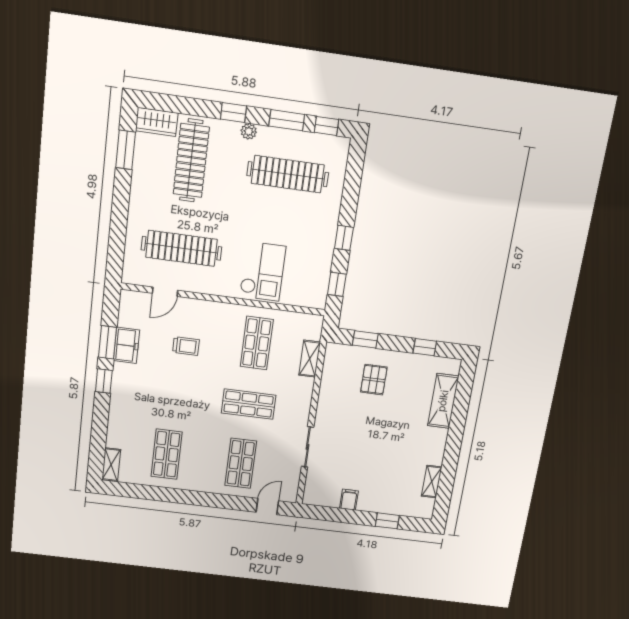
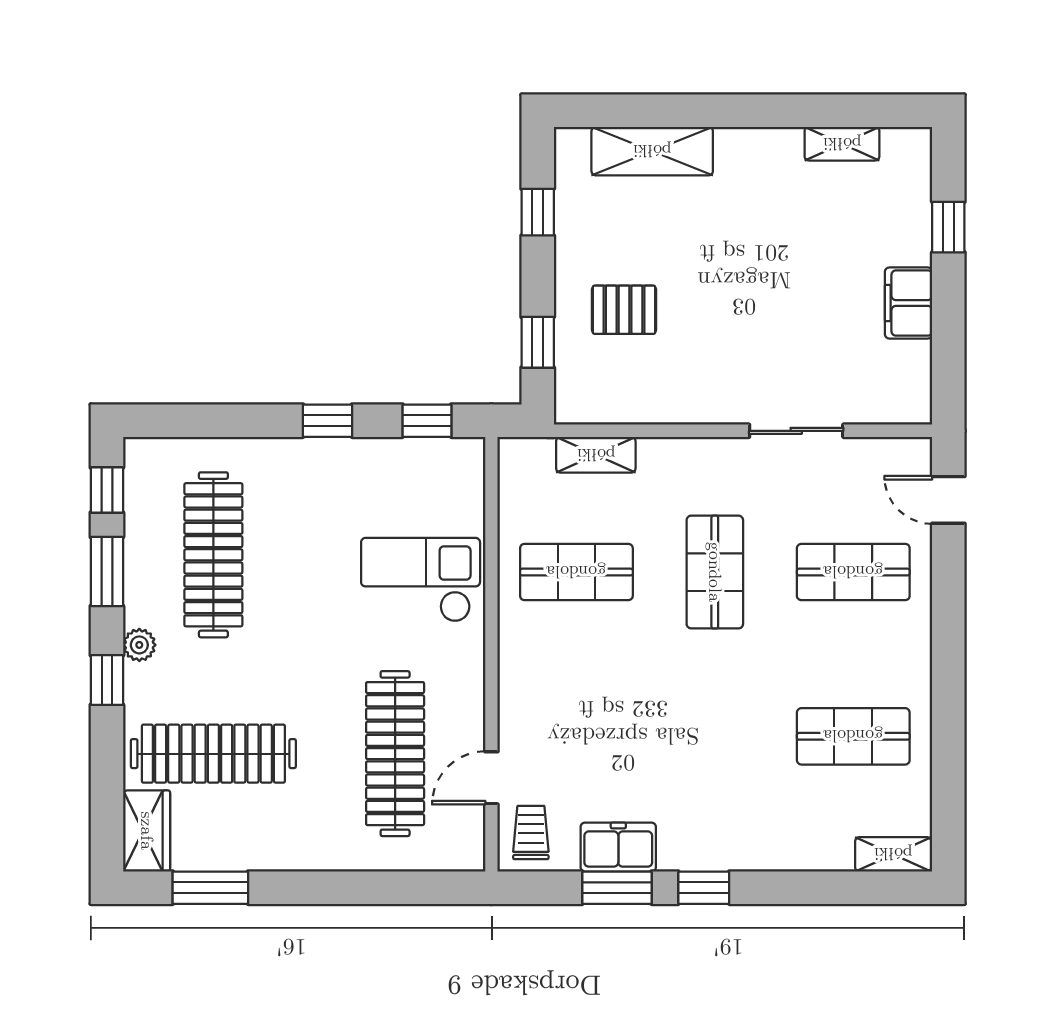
door: (165, 292) -> (491, 778), swing flipped
trolley: (186, 346) -> (531, 833), moved
filing cabinet: (349, 500) -> (909, 303), width x2.00

